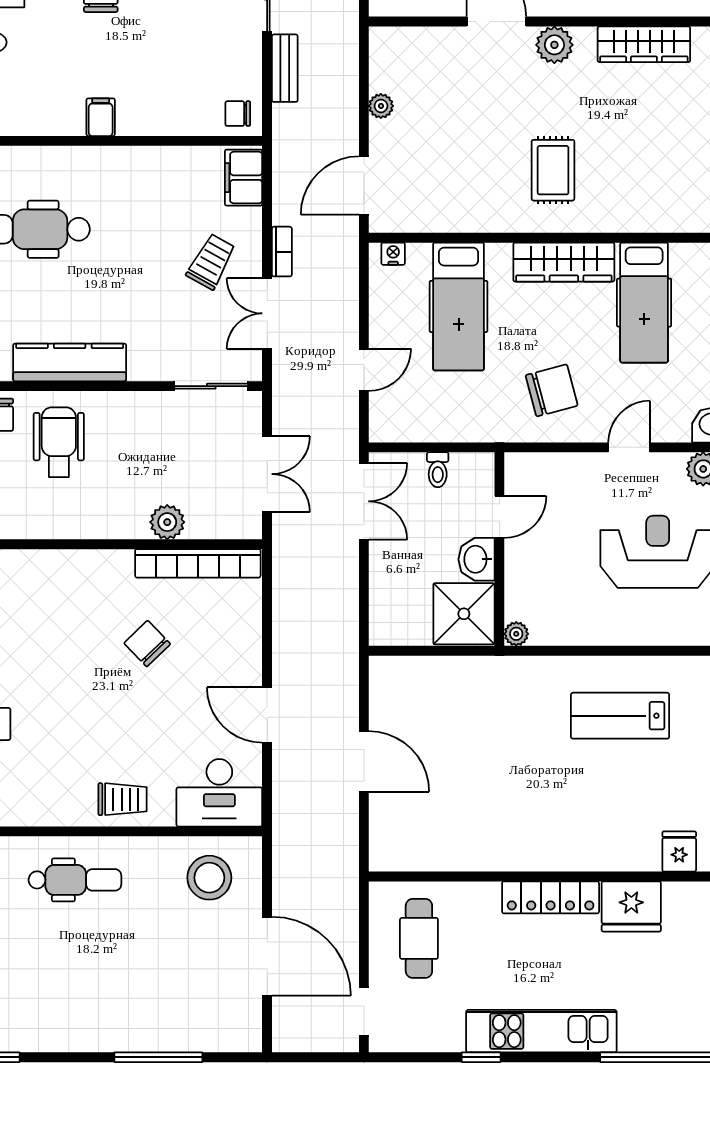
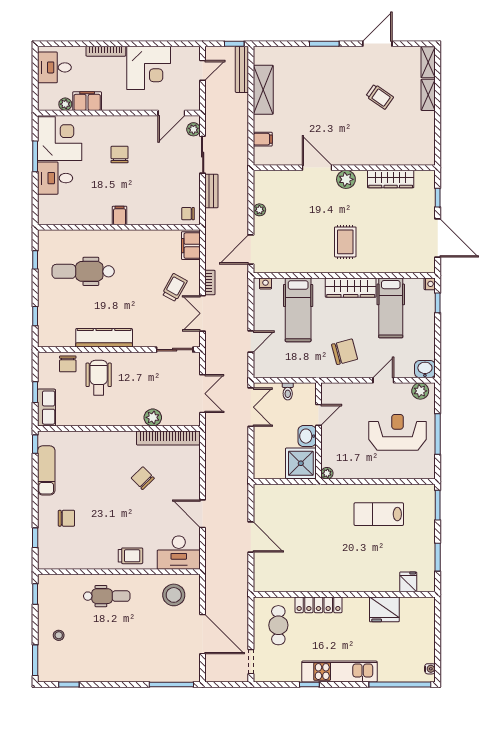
locker: (551, 897) -> (319, 605), moved
window: (158, 1057) -> (171, 685), moved

